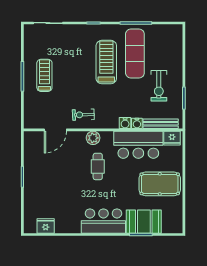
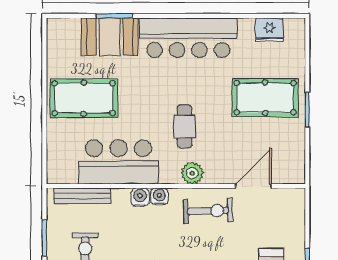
exercise bike: (83, 115) -> (208, 211), width x1.38, depth x1.39
water cooler: (137, 123) -> (159, 197), moved
fridge: (172, 138) -> (64, 173), removed
pool table: (48, 184) -> (265, 98), added
bar counter: (103, 221) -> (188, 38), width x1.36

